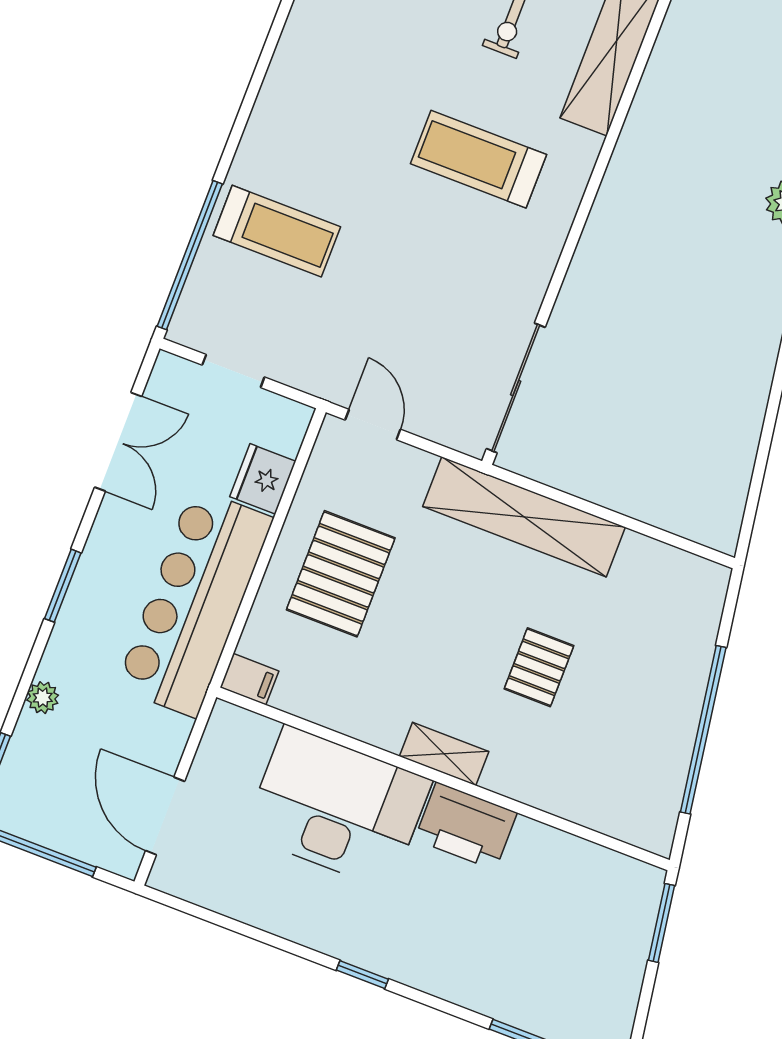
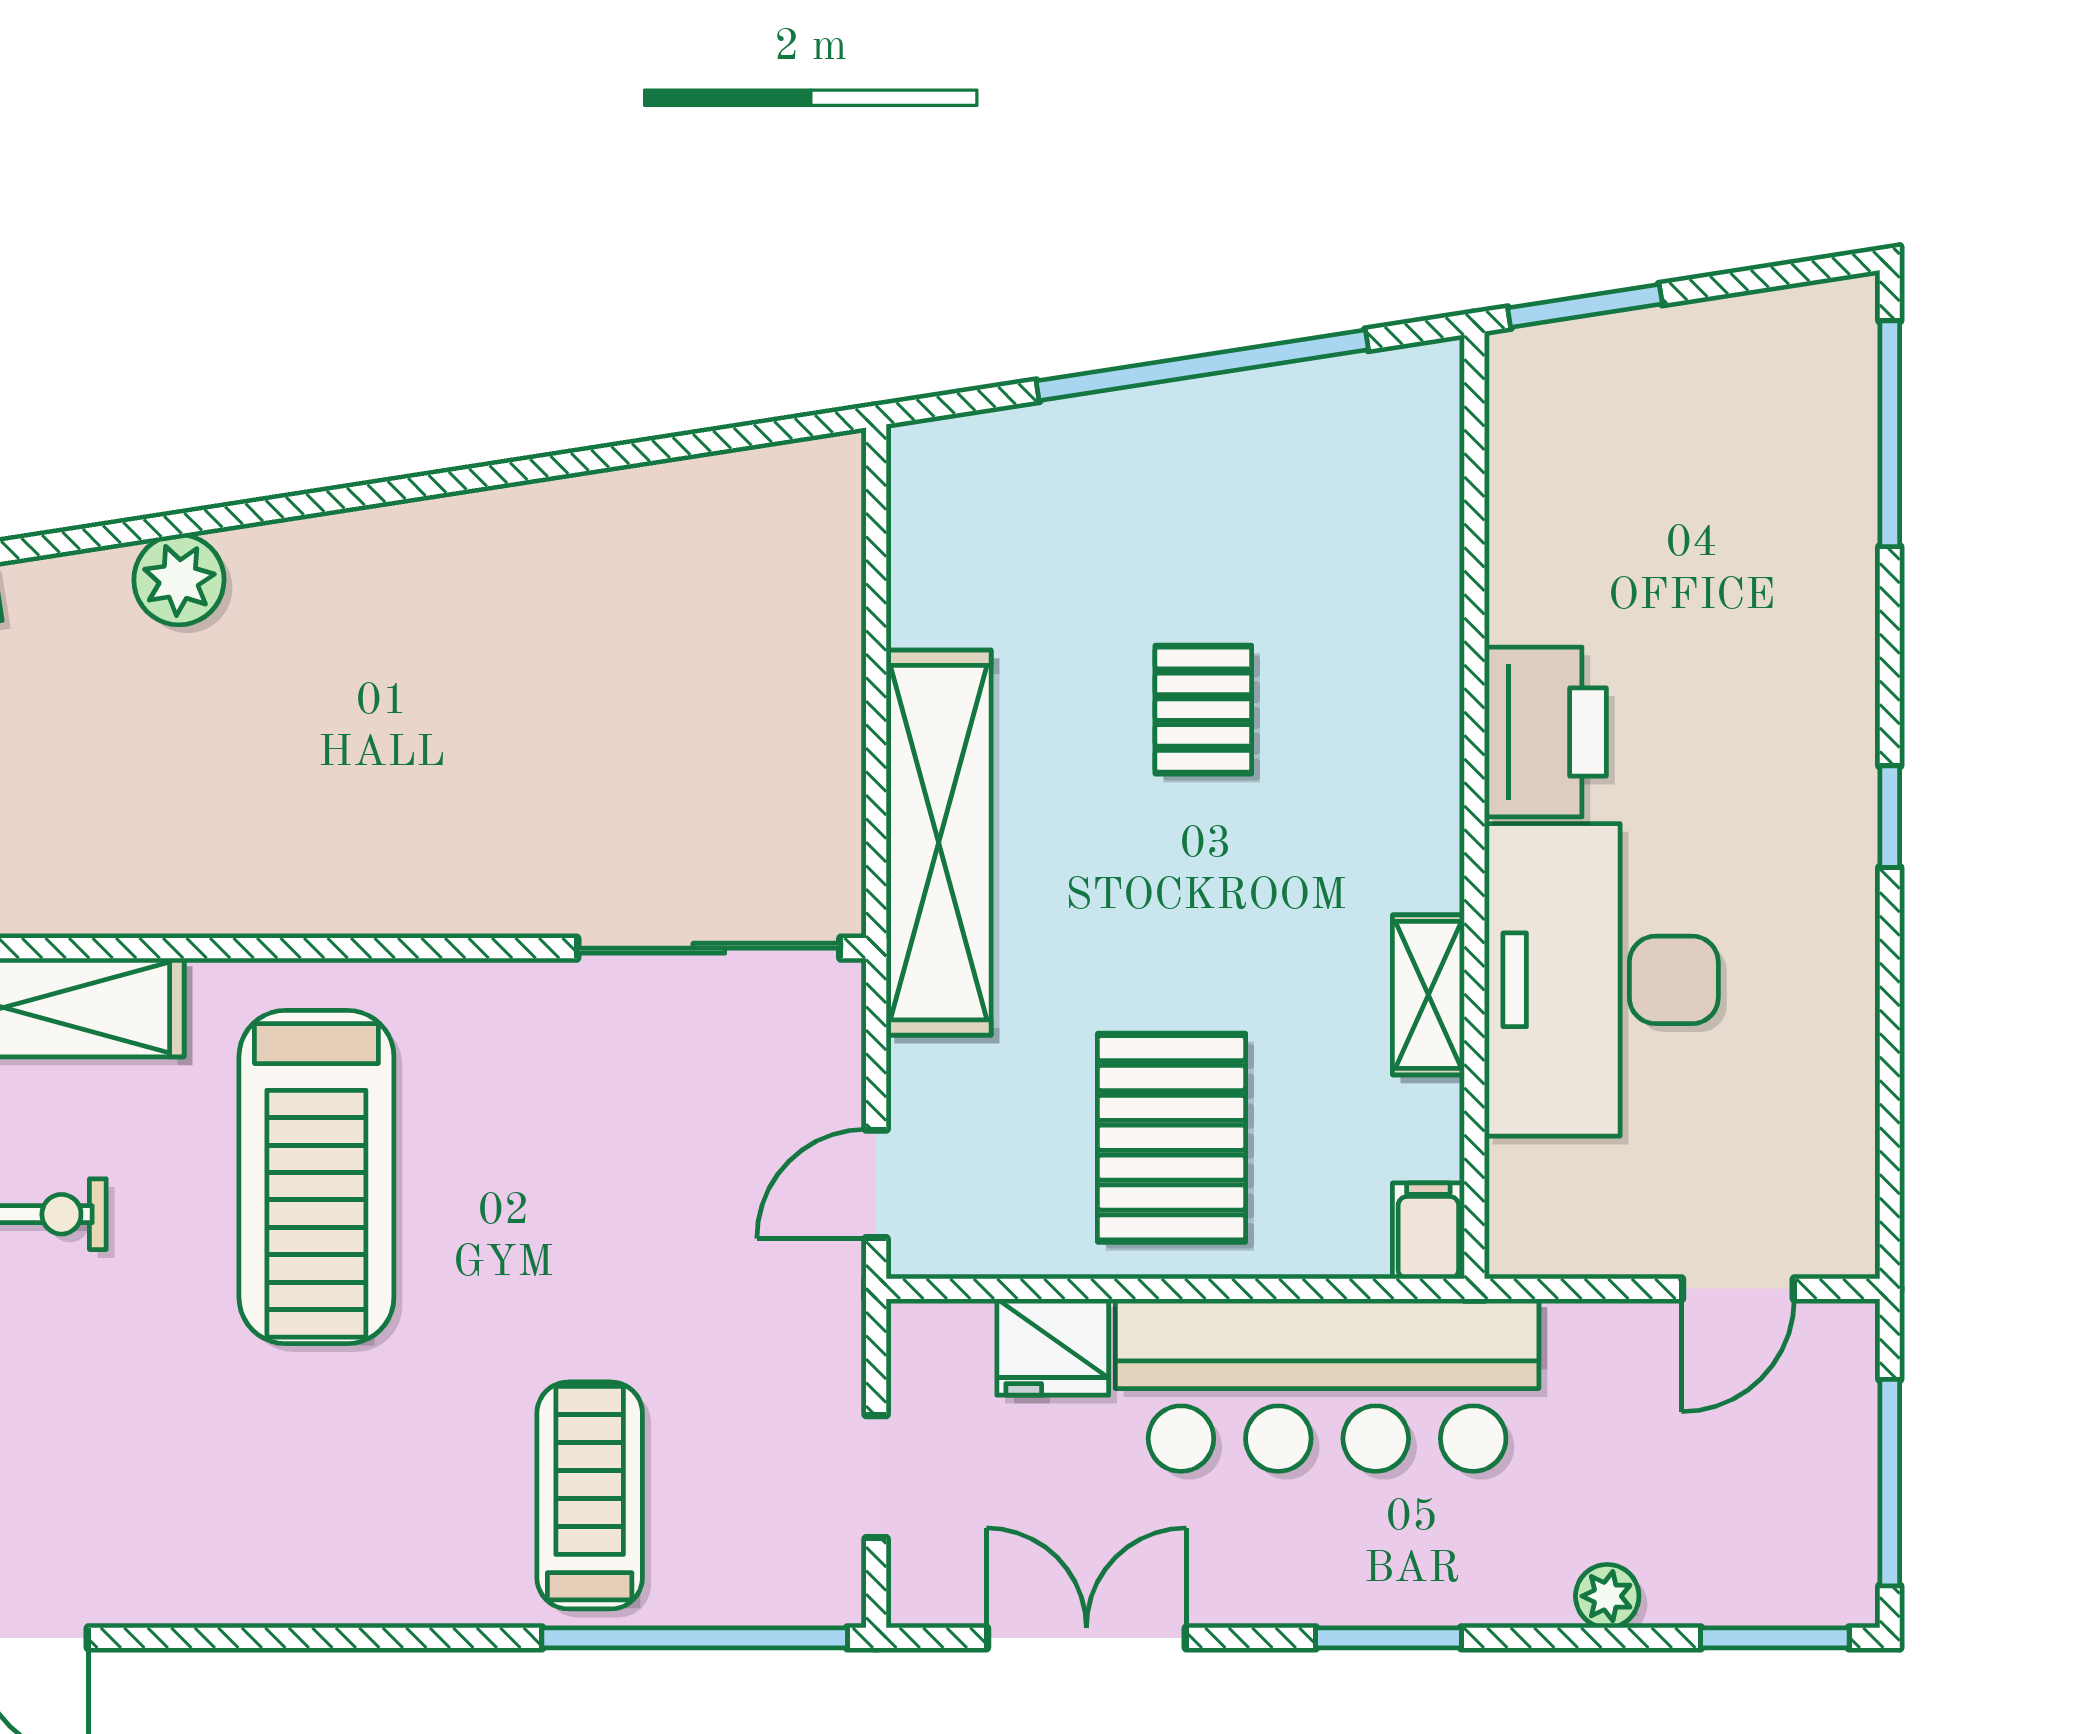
treadmill: (478, 159) -> (316, 1177), width x1.37, depth x1.38
pallet: (341, 574) -> (1172, 1138), turned 90
pallet: (539, 667) -> (1203, 710), turned 90
shelving: (444, 754) -> (1428, 995), moved
door: (165, 816) -> (1738, 1289), width x0.73

